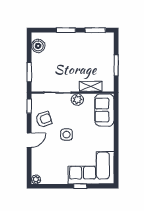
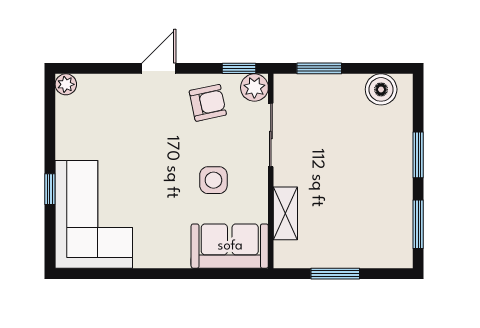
plant: (77, 100) -> (254, 88), moved
armchair: (44, 119) -> (208, 103), turned -83
side table: (67, 135) -> (213, 180), moved
door: (29, 140) -> (159, 68), swing flipped

